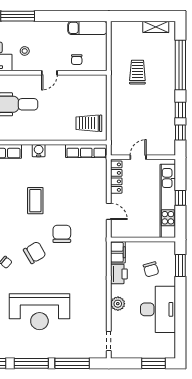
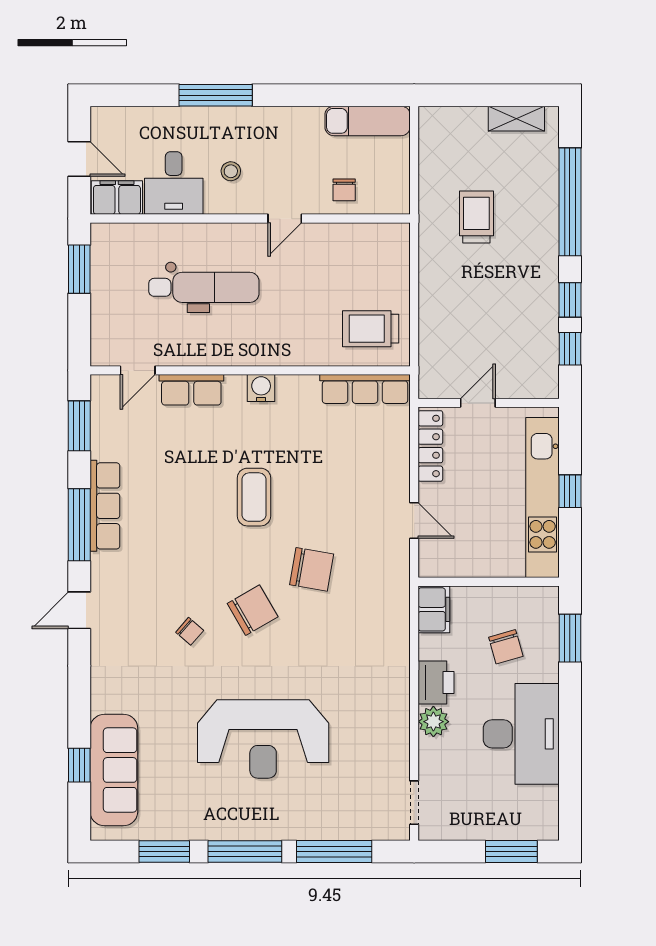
chair: (62, 234) -> (312, 569), turned 100
printer: (119, 274) -> (436, 682), moved

